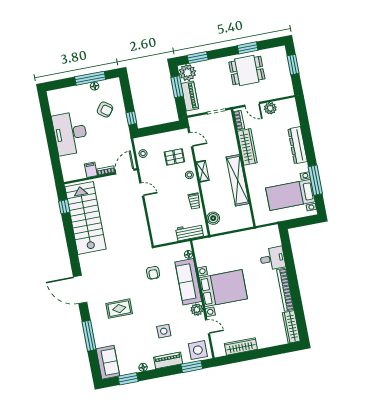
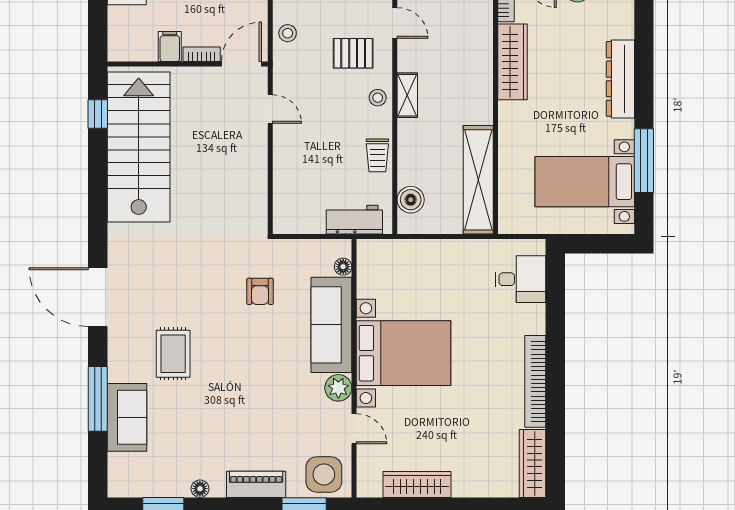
shelving: (238, 180) -> (478, 180), moved
desk: (272, 259) -> (520, 279), moved
rug: (119, 309) -> (173, 354), turned 90
side table: (164, 331) -> (259, 420), removed
sofa: (108, 362) -> (127, 417), moved

